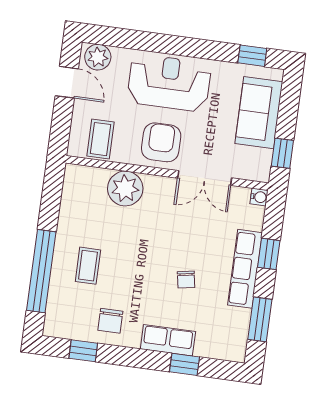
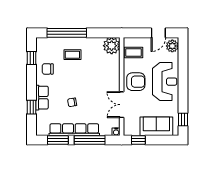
plant: (125, 188) -> (112, 46), moved
window: (269, 254) -> (90, 140), width x2.17
row of seats: (245, 269) -> (74, 130), width x1.36

